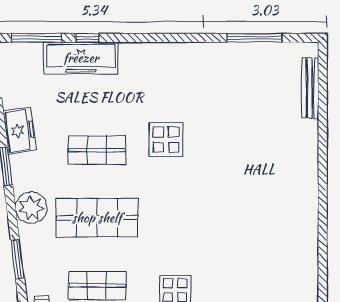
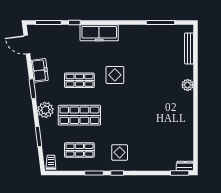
freezer: (81, 58) -> (99, 33), moved
plant: (307, 159) -> (188, 85), added

